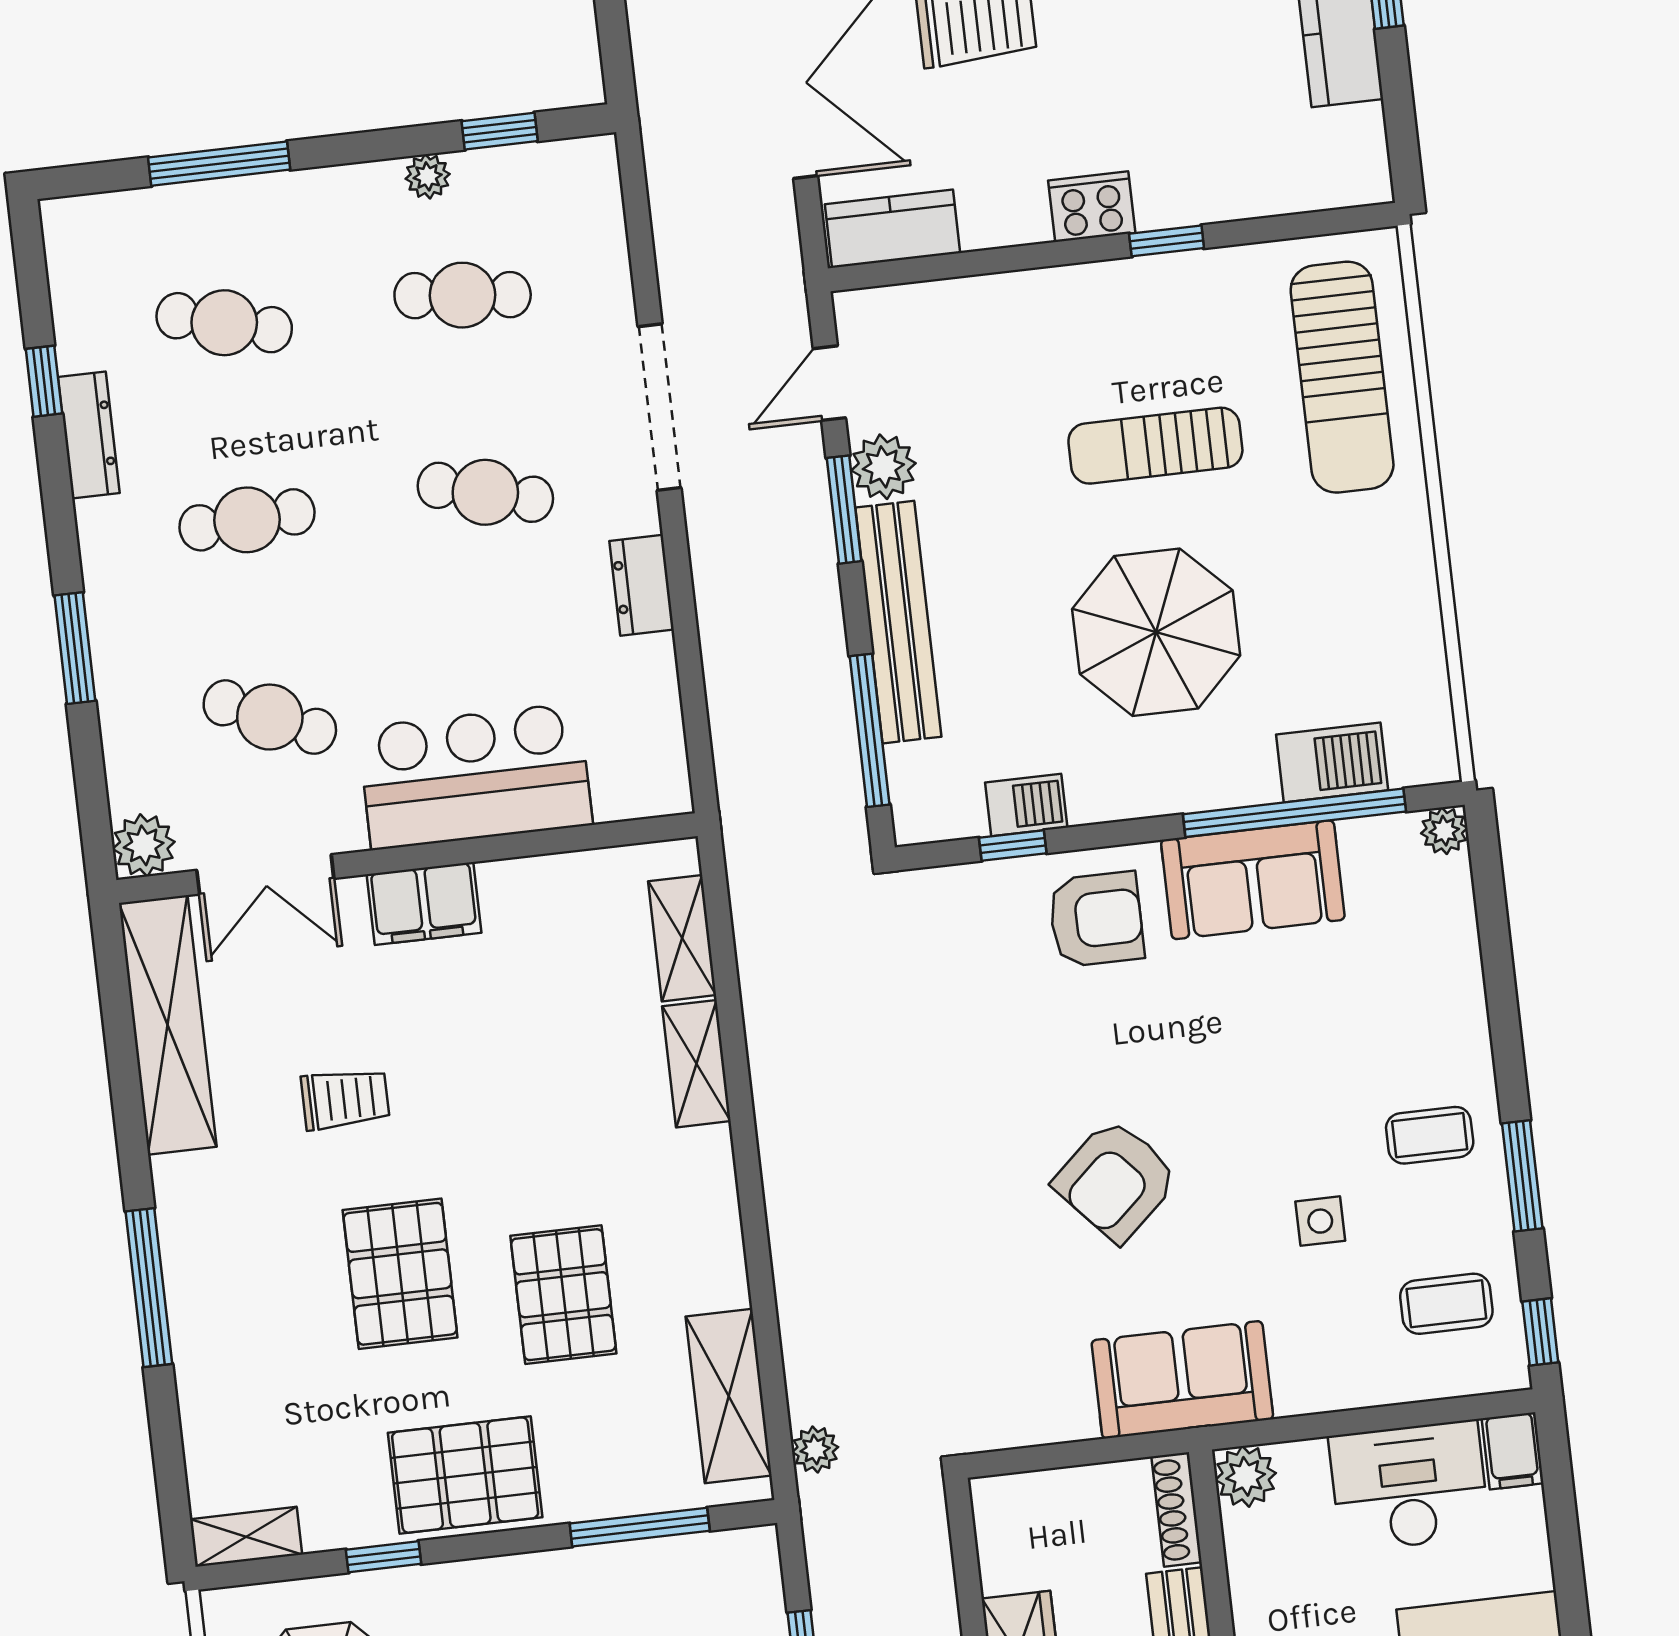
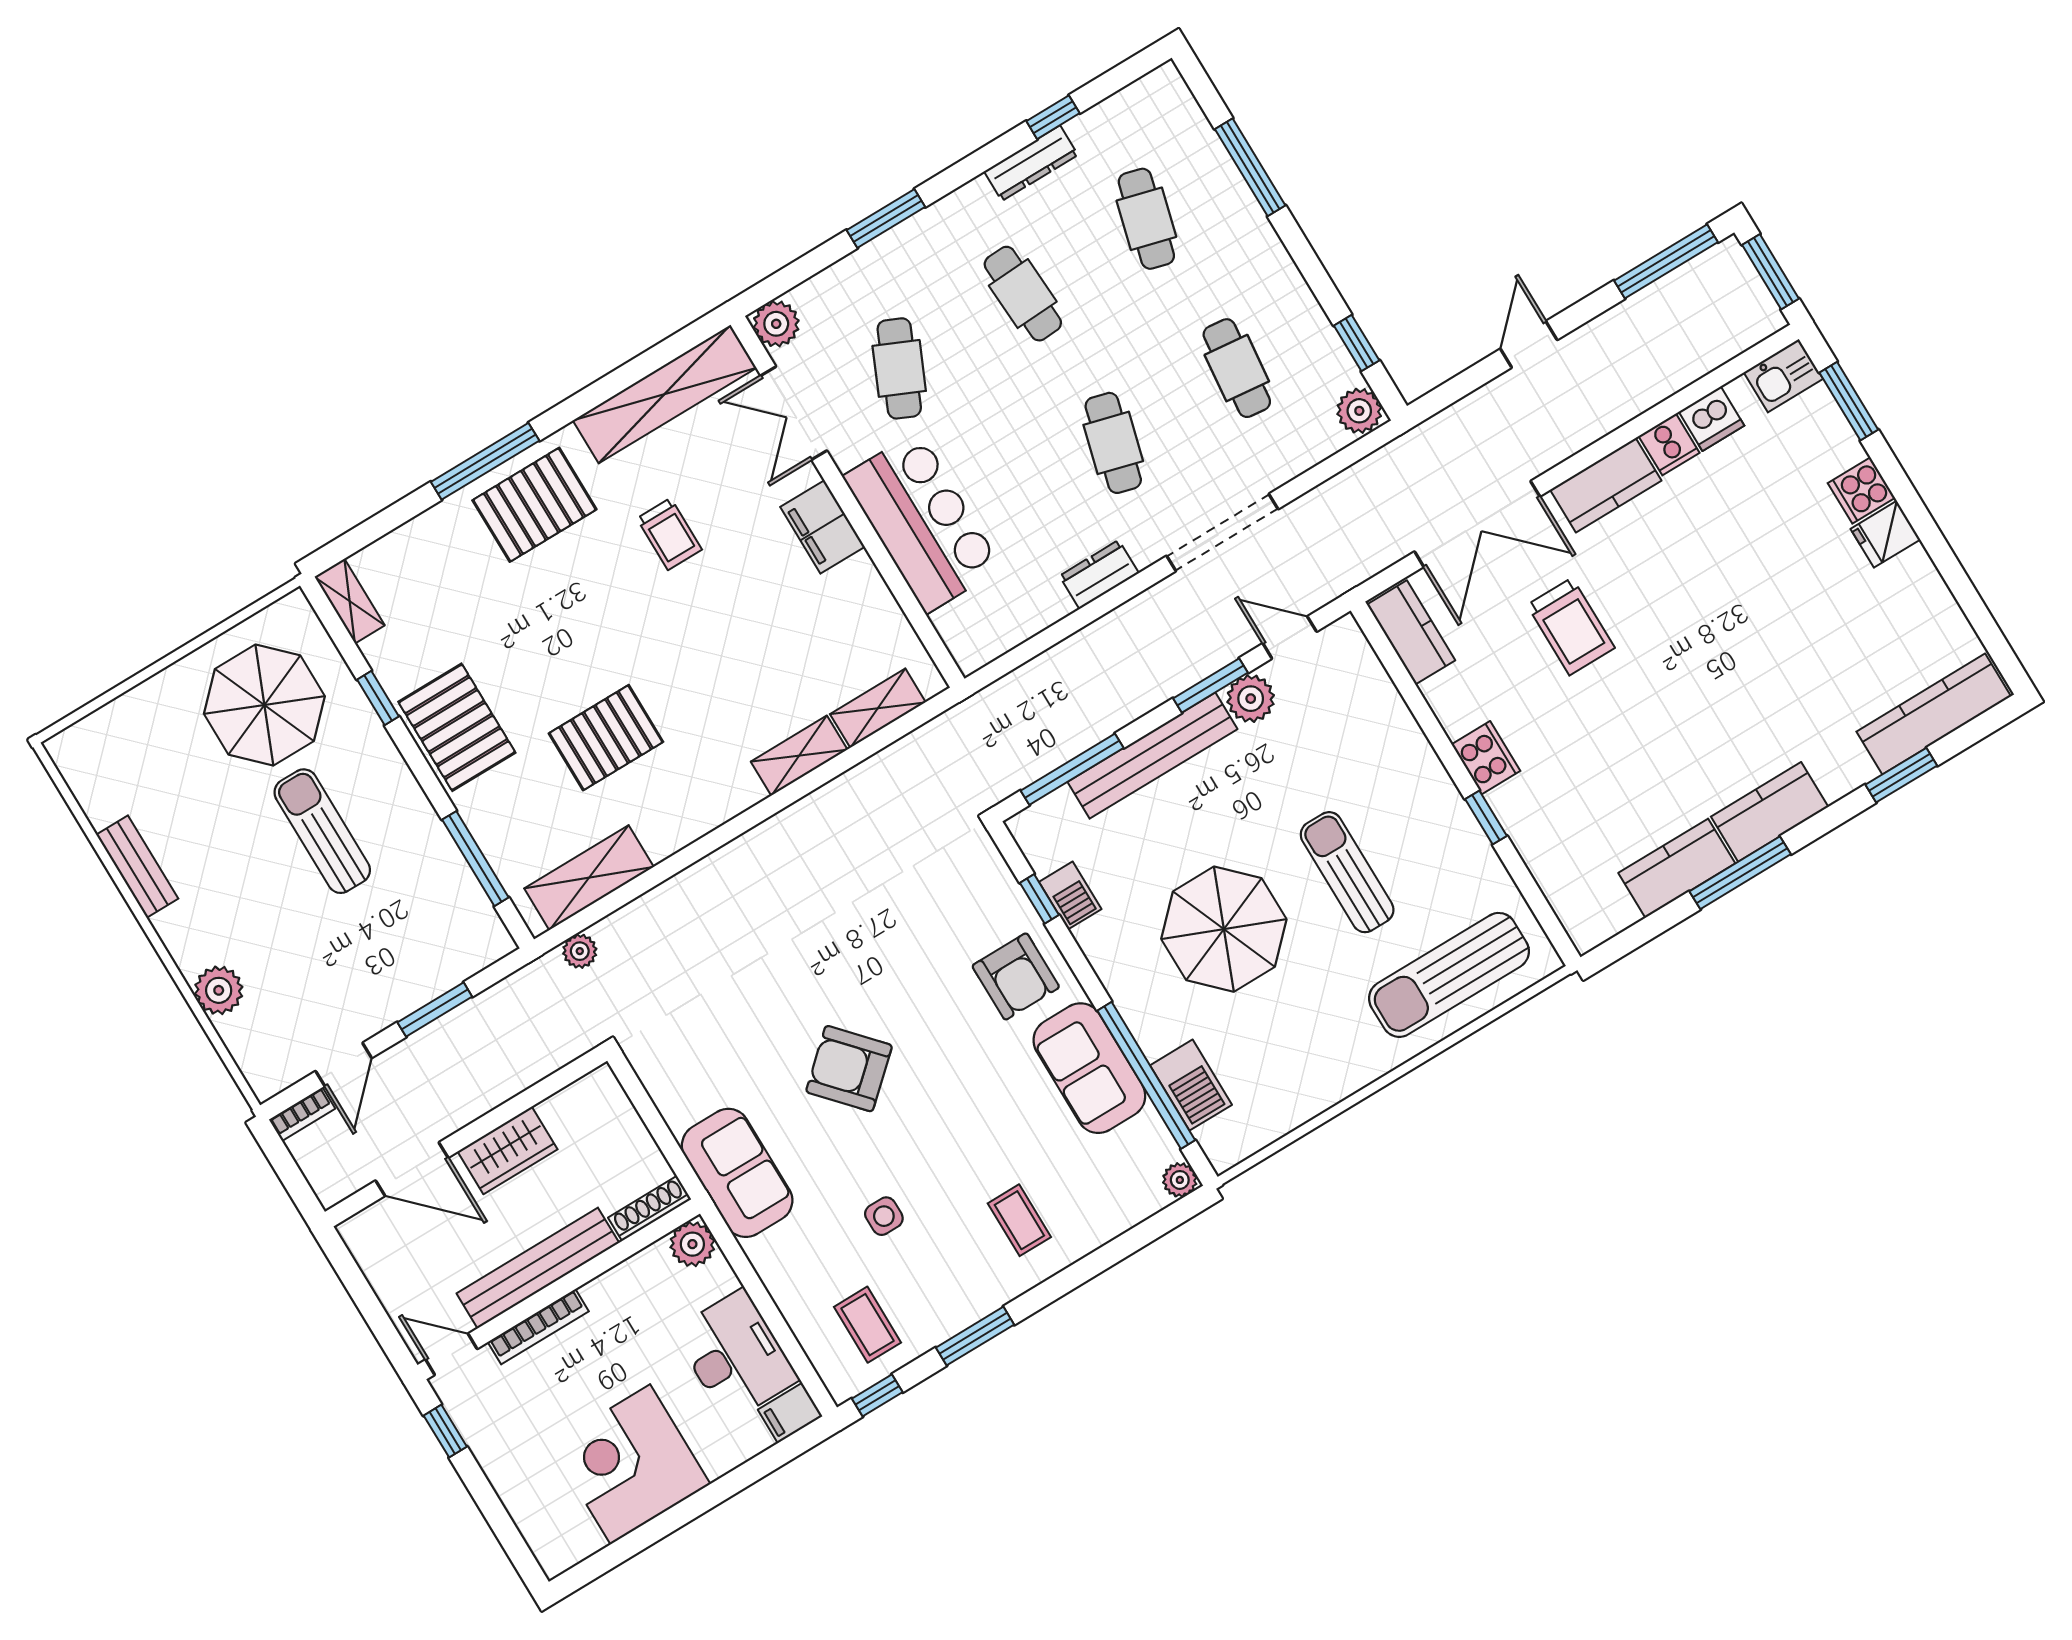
plant: (428, 176) -> (1359, 411), moved, width x1.38, depth x1.38
coffee table: (1430, 1135) -> (1019, 1220), moved
pallet: (400, 1274) -> (534, 505), moved

